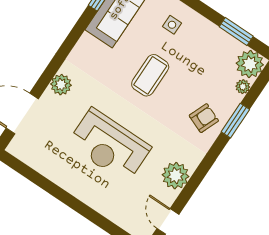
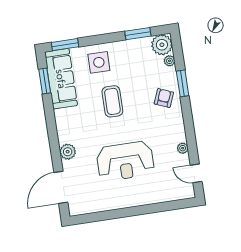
side table: (172, 25) -> (99, 62), width x1.87, depth x1.87
plant: (176, 176) -> (183, 148), width x0.53, depth x0.53

